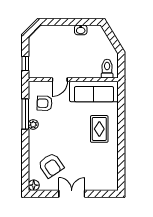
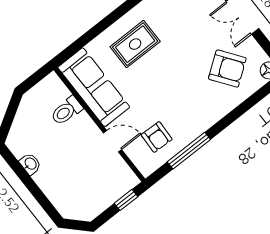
toilet: (107, 69) -> (67, 111), moved
plant: (33, 124) -> (194, 130), removed
armchair: (51, 165) -> (227, 68), turned 88

